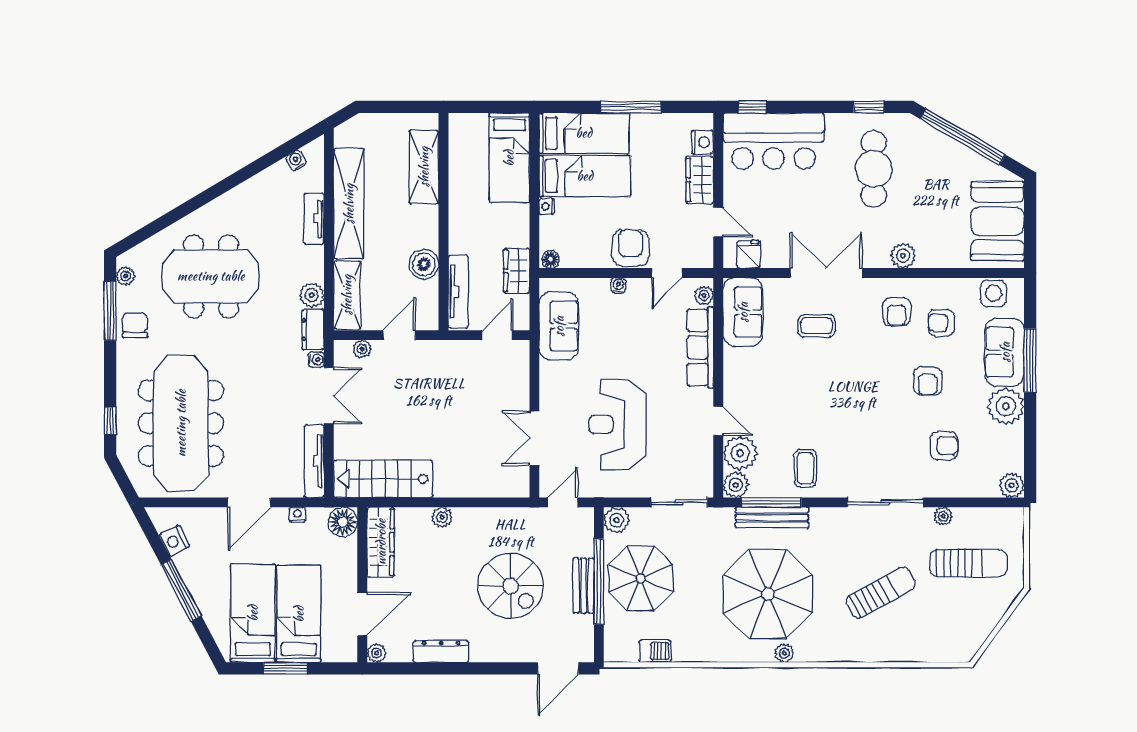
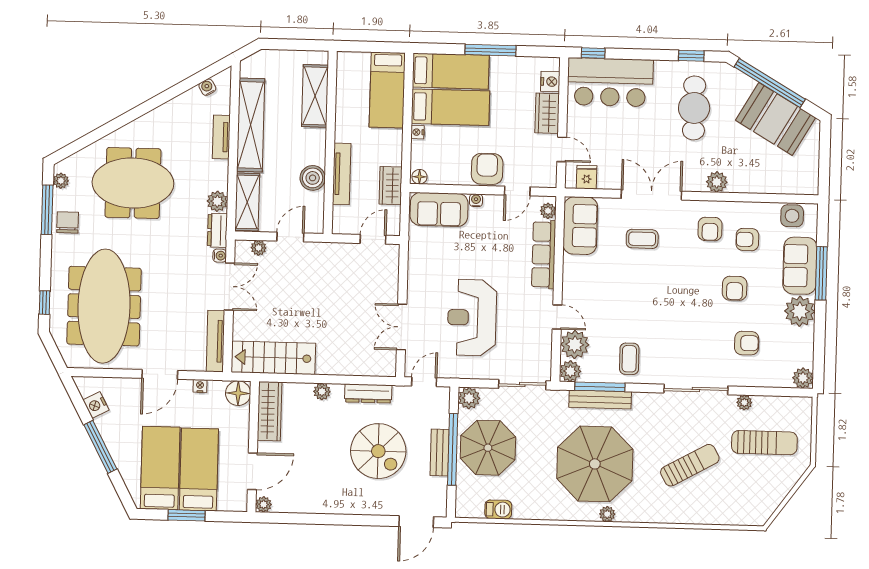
booth: (997, 221) -> (775, 119), moved, turned -60
tv unit: (458, 292) -> (342, 174), moved
sofa: (559, 326) -> (439, 209), moved, turned 90
dresser: (441, 652) -> (368, 393), moved, turned 180

